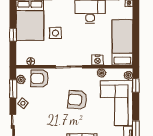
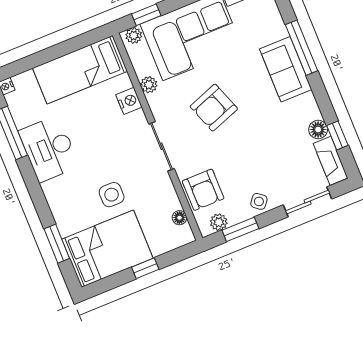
armchair: (77, 100) -> (214, 108), turned 65

